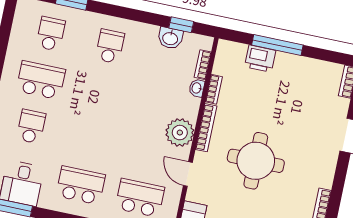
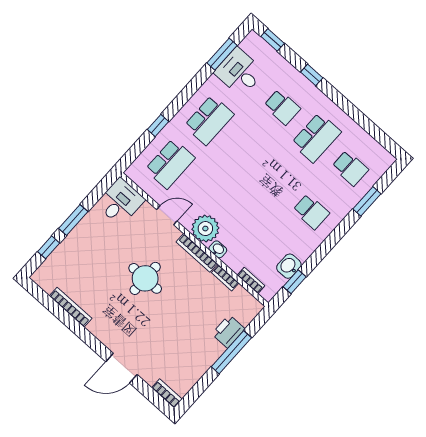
washbasin: (197, 88) -> (218, 249), moved
round table: (256, 161) -> (145, 278), width x0.73, depth x0.73

